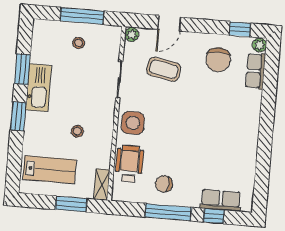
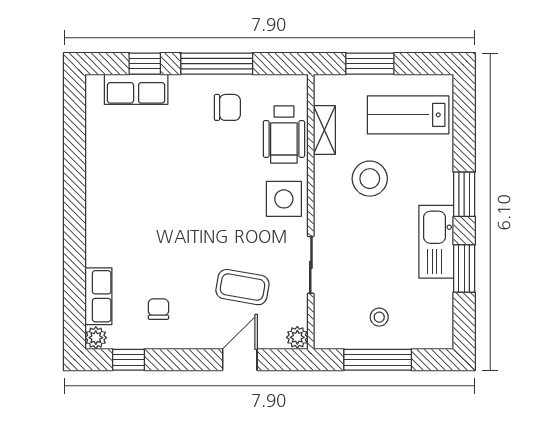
chair: (218, 60) -> (158, 309), width x0.54, depth x0.54
stool: (77, 131) -> (370, 179), width x1.89, depth x1.89
shelving: (102, 185) -> (324, 130), moved

